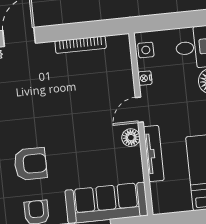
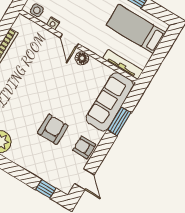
tv unit: (154, 154) -> (123, 64), moved

